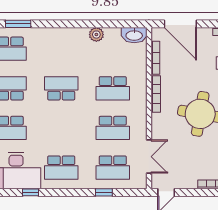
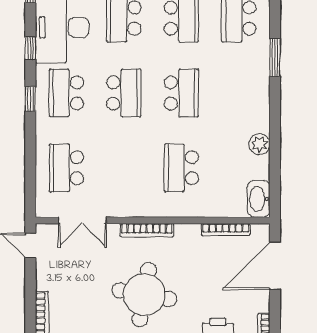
window: (18, 24) -> (275, 58), moved
bookcase: (156, 94) -> (147, 230), moved
school desk: (113, 128) -> (124, 93), moved, turned 180
window: (104, 192) -> (30, 99), moved

